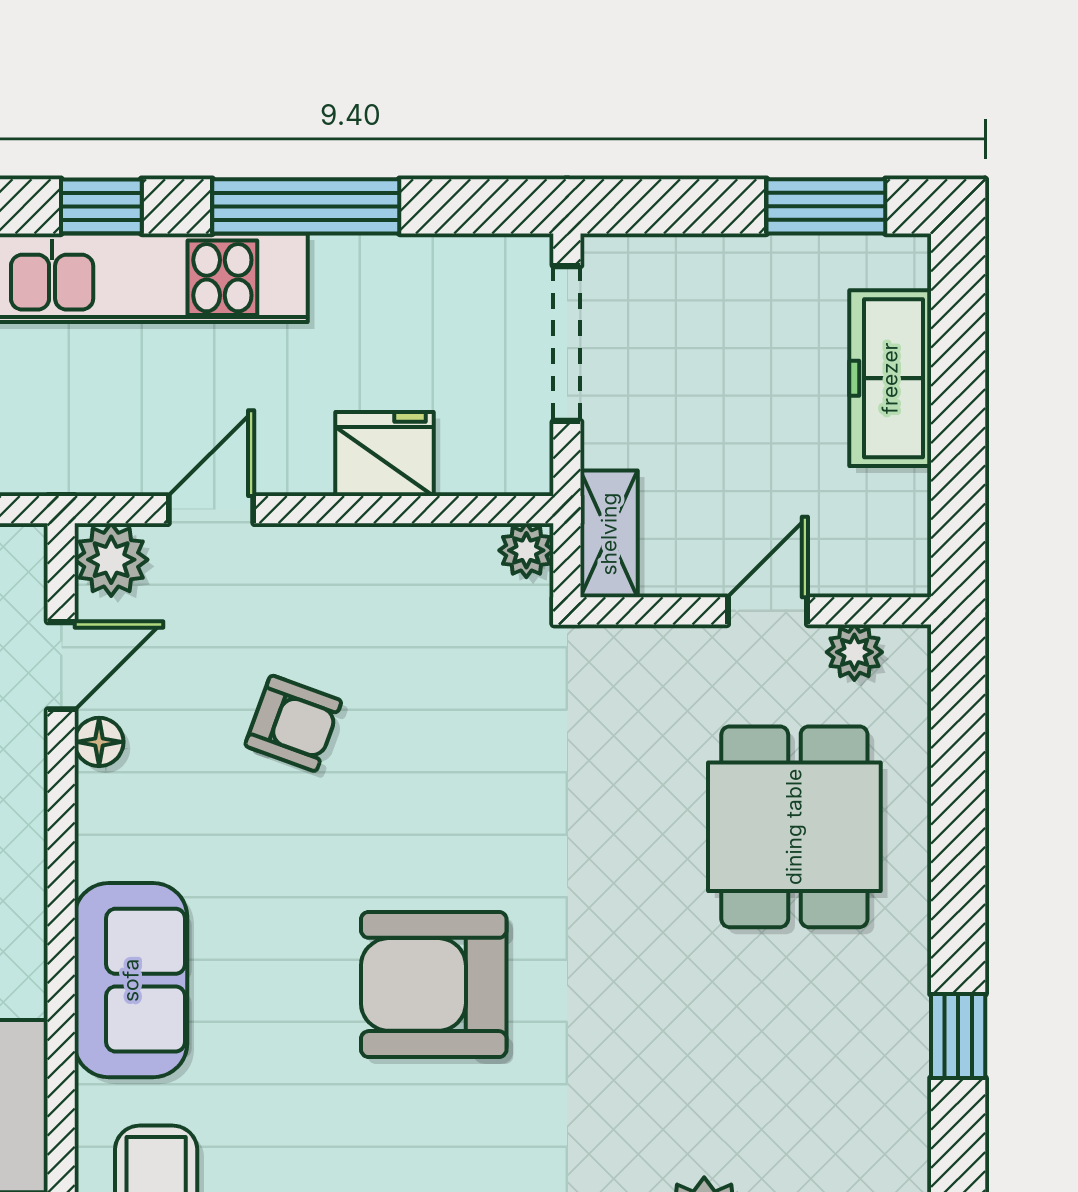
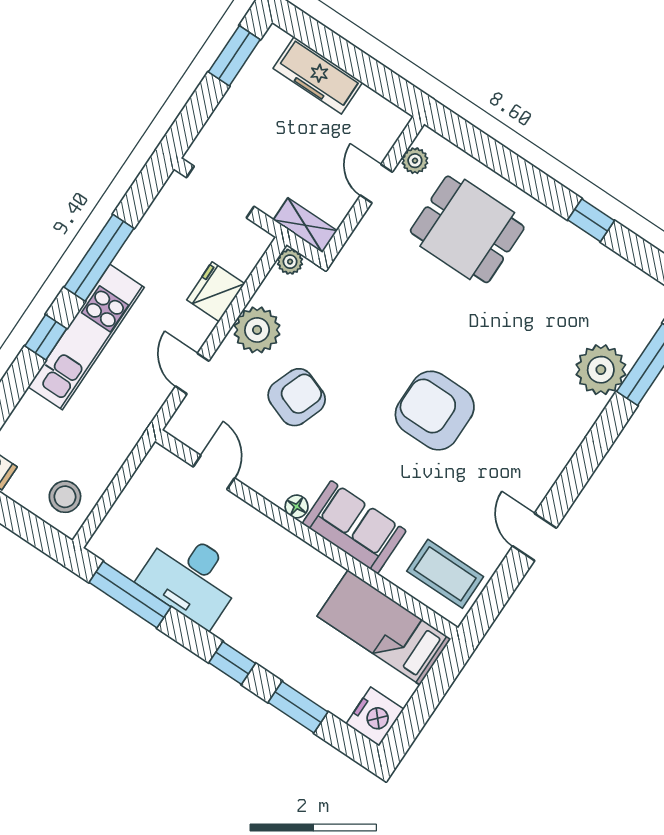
plant: (111, 560) -> (257, 330), moved, width x1.36, depth x1.36
armchair: (293, 723) -> (297, 397), width x1.38, depth x1.38
floor lamp: (99, 742) -> (297, 506), moved
armchair: (434, 984) -> (435, 411), turned 90

